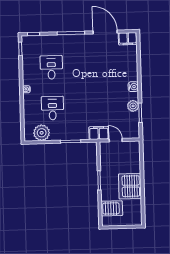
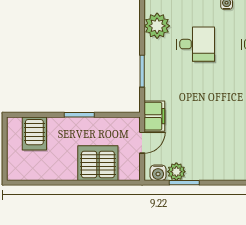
water cooler: (133, 87) -> (158, 173), moved
plant: (133, 106) -> (176, 172), moved
server rack: (130, 186) -> (98, 163), moved

